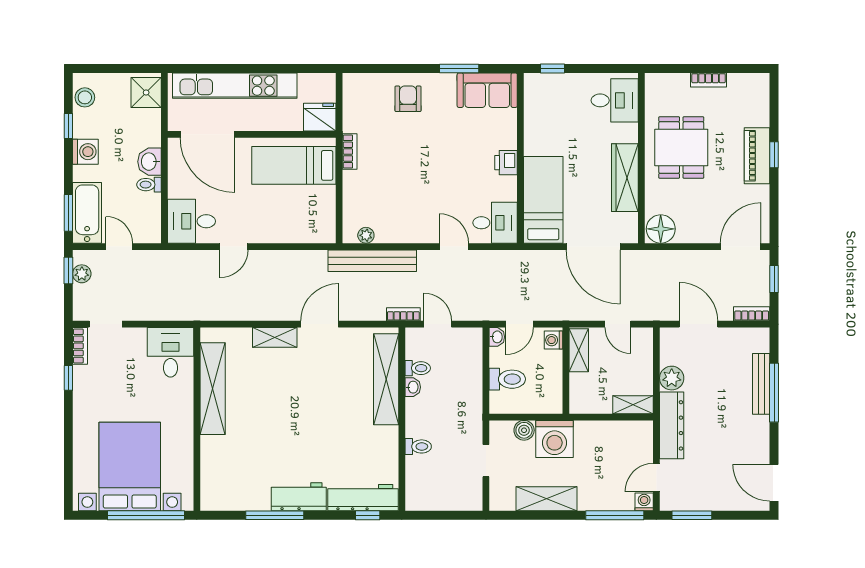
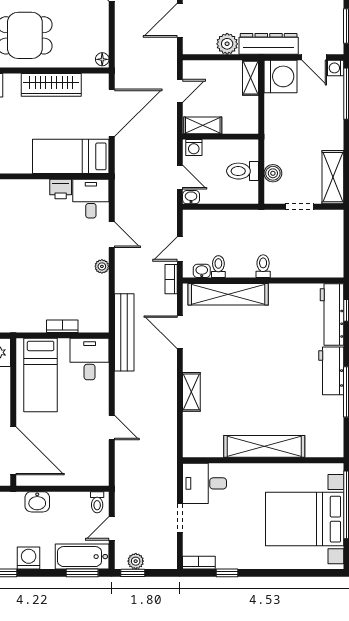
door: (207, 134) -> (13, 451), hinge flipped
bookcase: (350, 152) -> (62, 326), moved
printer: (506, 163) -> (61, 189), moved
toilet: (149, 185) -> (97, 502), moved
desk: (191, 221) -> (90, 359), moved, turned 180
floor lamp: (661, 229) -> (102, 59), width x0.53, depth x0.53
plant: (366, 235) -> (102, 266), moved
door: (454, 247) -> (112, 235), swing flipped
bench: (372, 261) -> (124, 332), moved
doorway: (106, 324) -> (180, 518), moved
door: (320, 324) -> (180, 332), moved
toilet: (507, 379) -> (243, 171), moved, turned -90
washbasin: (413, 387) -> (202, 271), moved
shelving: (213, 389) -> (264, 446), moved
washing machine: (555, 439) -> (281, 76), moved
toilet: (418, 446) -> (263, 266), moved
shelving: (547, 499) -> (333, 177), moved

